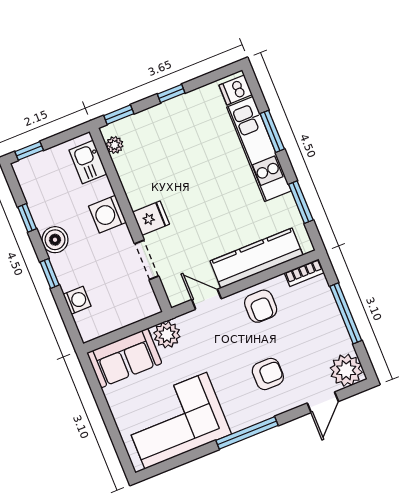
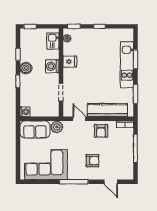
dishwasher: (236, 90) -> (127, 36), removed
fridge: (151, 218) -> (70, 62), moved
washing machine: (77, 300) -> (25, 112), moved
plant: (346, 370) -> (126, 172), removed
door: (323, 402) -> (111, 182), hinge flipped

